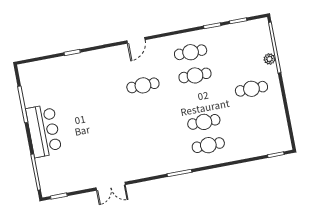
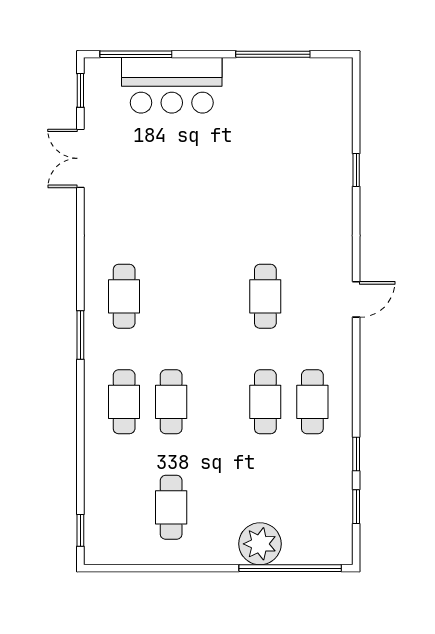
door: (136, 40) -> (356, 299), swing flipped
plant: (269, 59) -> (260, 544), width x1.88, depth x1.88
cafe table: (251, 89) -> (171, 507), moved
bar counter: (44, 131) -> (172, 85), moved
cafe table: (156, 155) -> (124, 296), added
double door: (111, 186) -> (80, 158), moved

